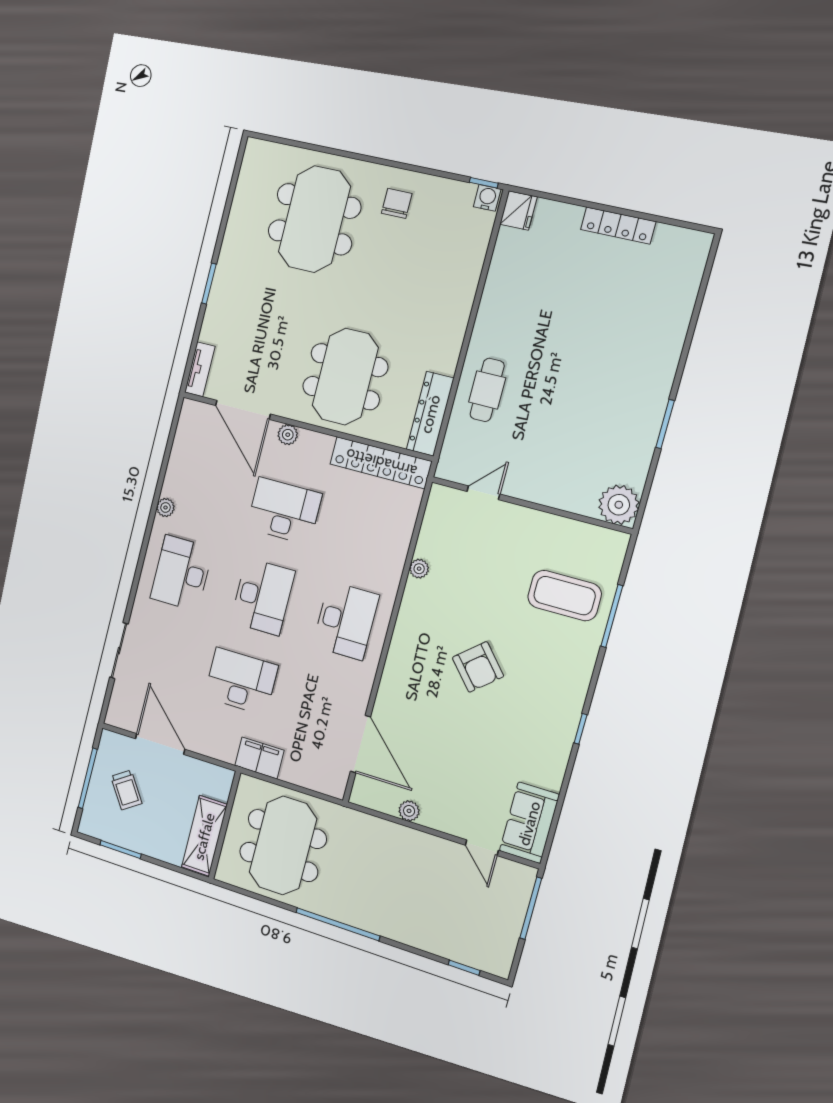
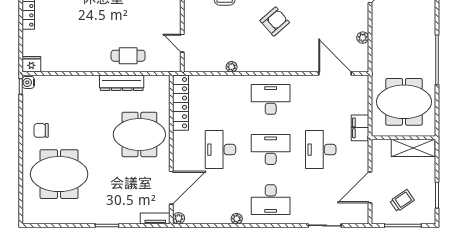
dresser: (430, 414) -> (122, 83), moved
plant: (288, 435) -> (179, 218), moved
door: (360, 744) -> (335, 74), hinge flipped

